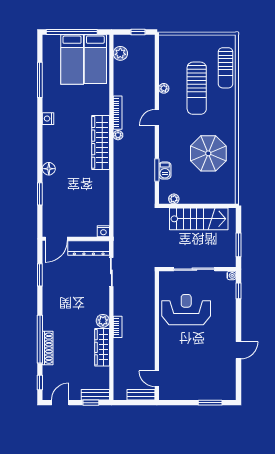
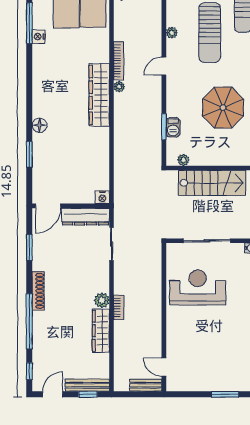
nightstand: (48, 119) -> (39, 37), moved
shoe rack: (48, 348) -> (38, 291), moved
bench: (95, 395) -> (87, 385), width x1.36

